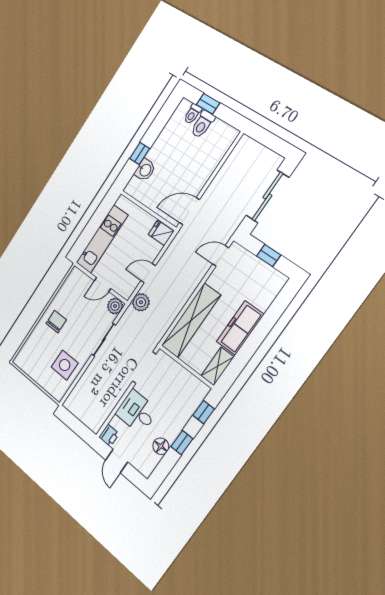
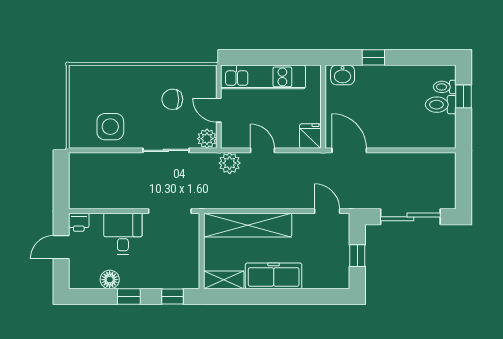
washbasin: (145, 170) -> (343, 75), moved
chair: (56, 322) -> (172, 99), moved, turned 180

